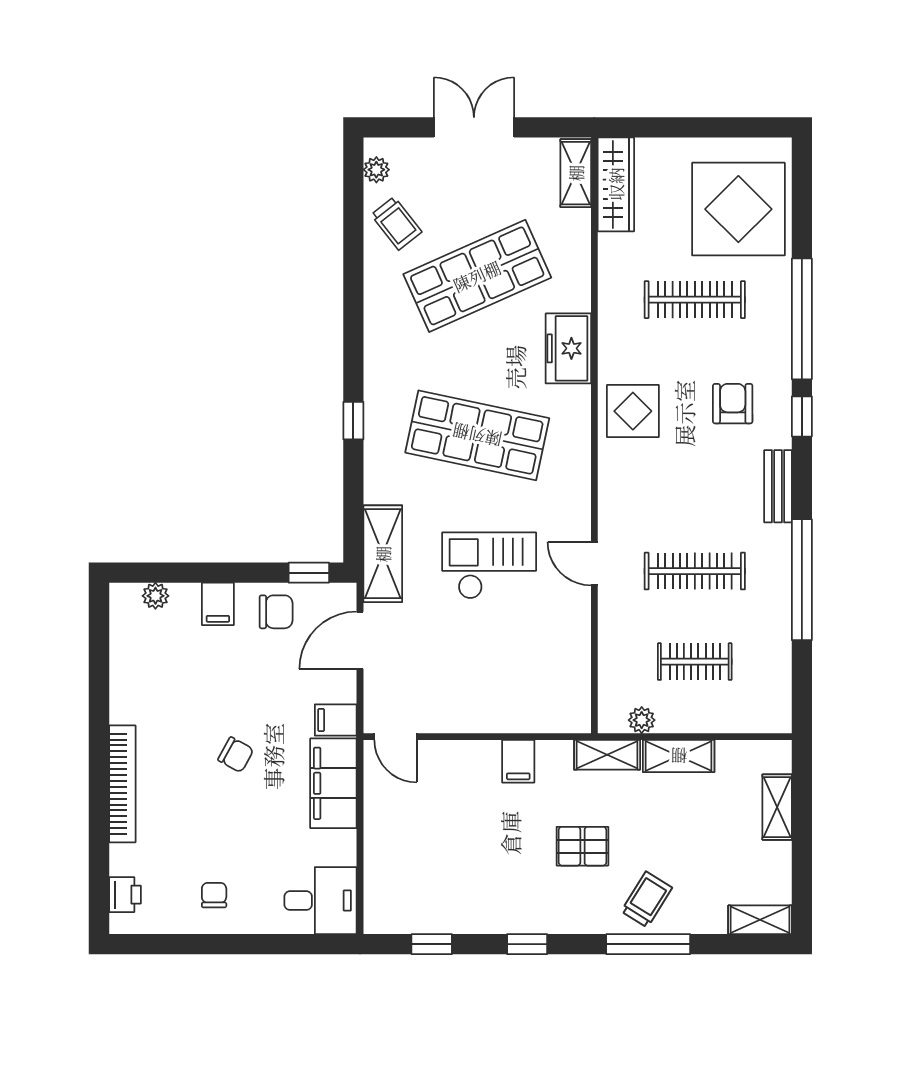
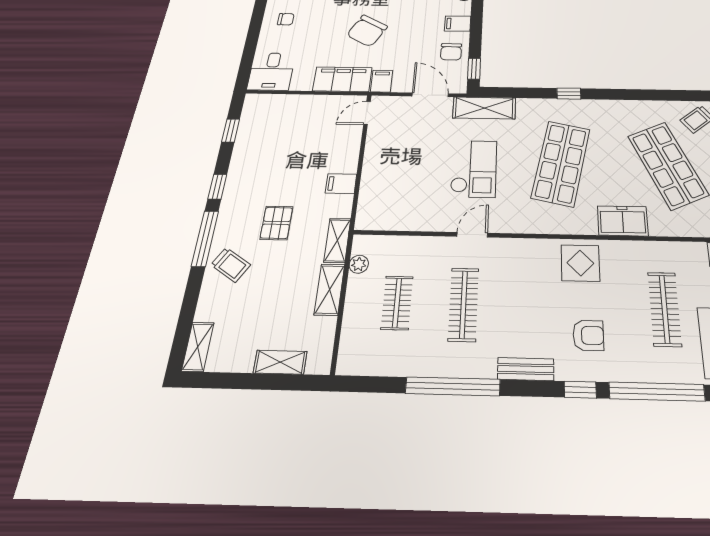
chair: (236, 755) -> (367, 31), width x1.87, depth x1.87
window: (648, 944) -> (205, 238), moved

